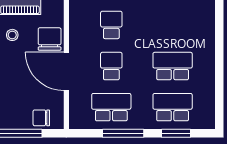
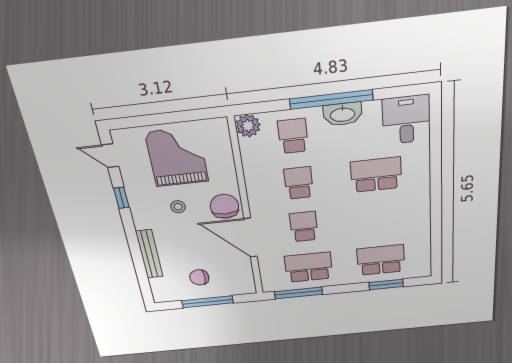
school desk: (173, 66) -> (376, 175), moved
chair: (41, 118) -> (199, 277), moved
window: (123, 133) -> (298, 293), moved

